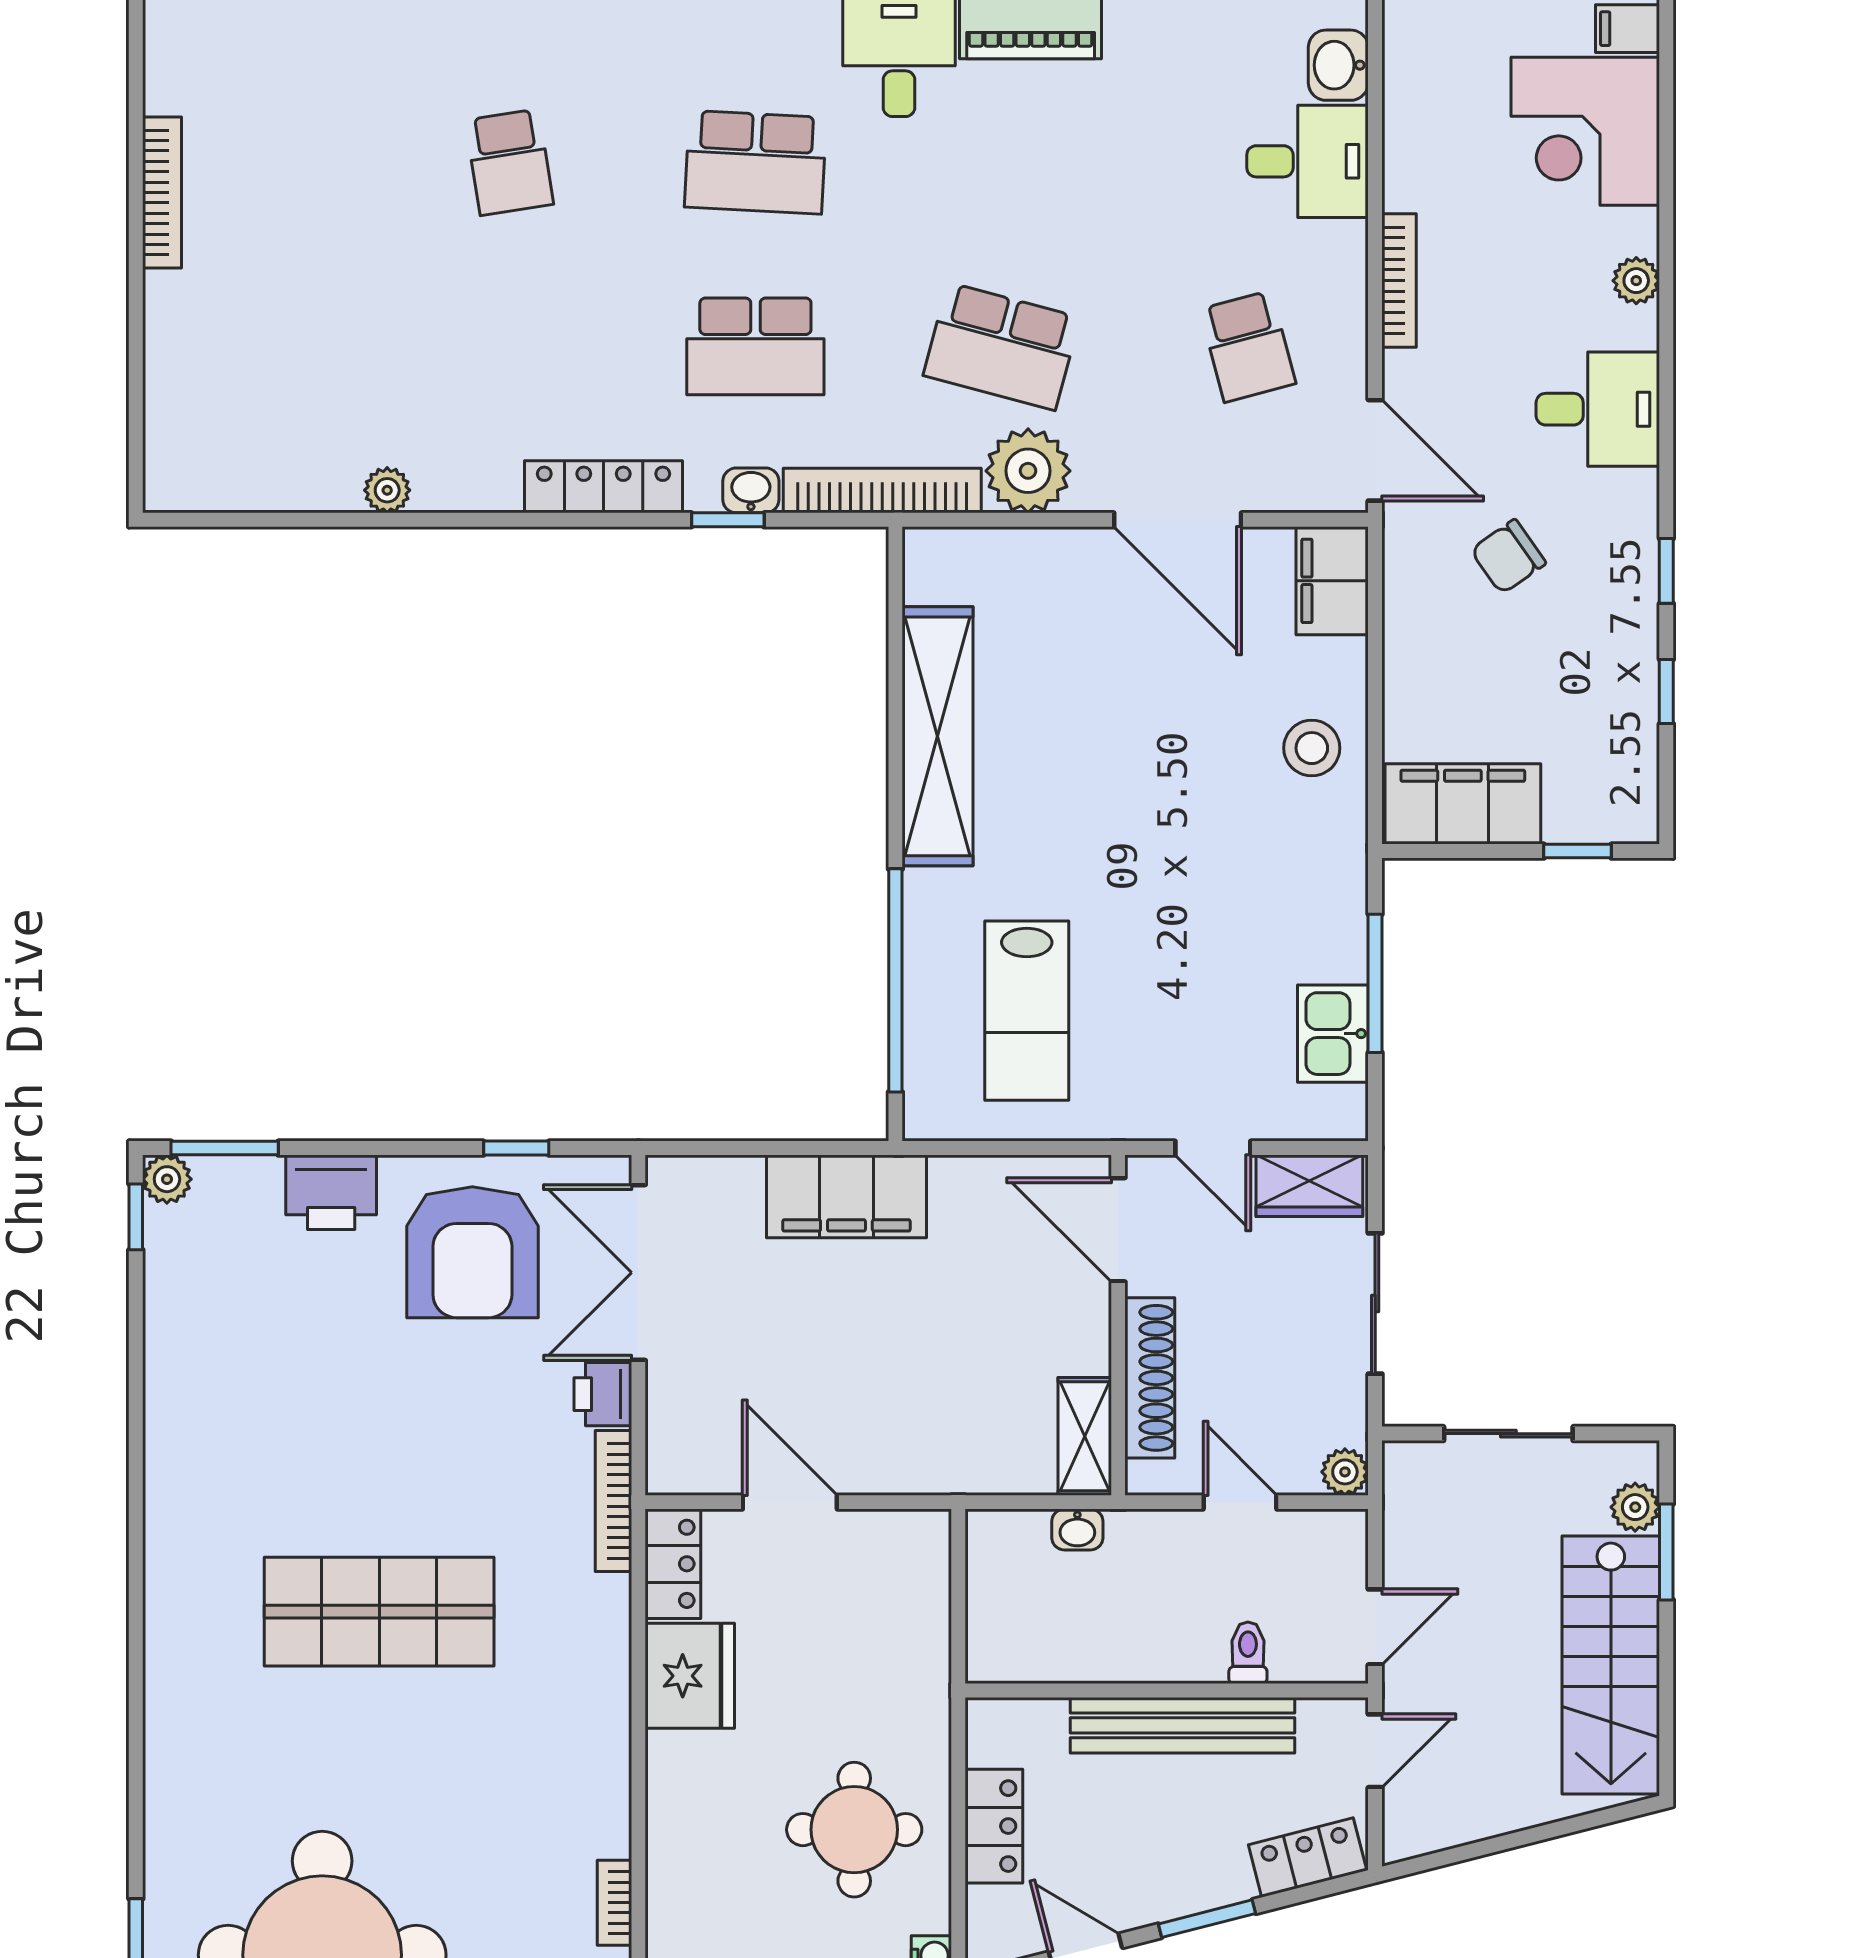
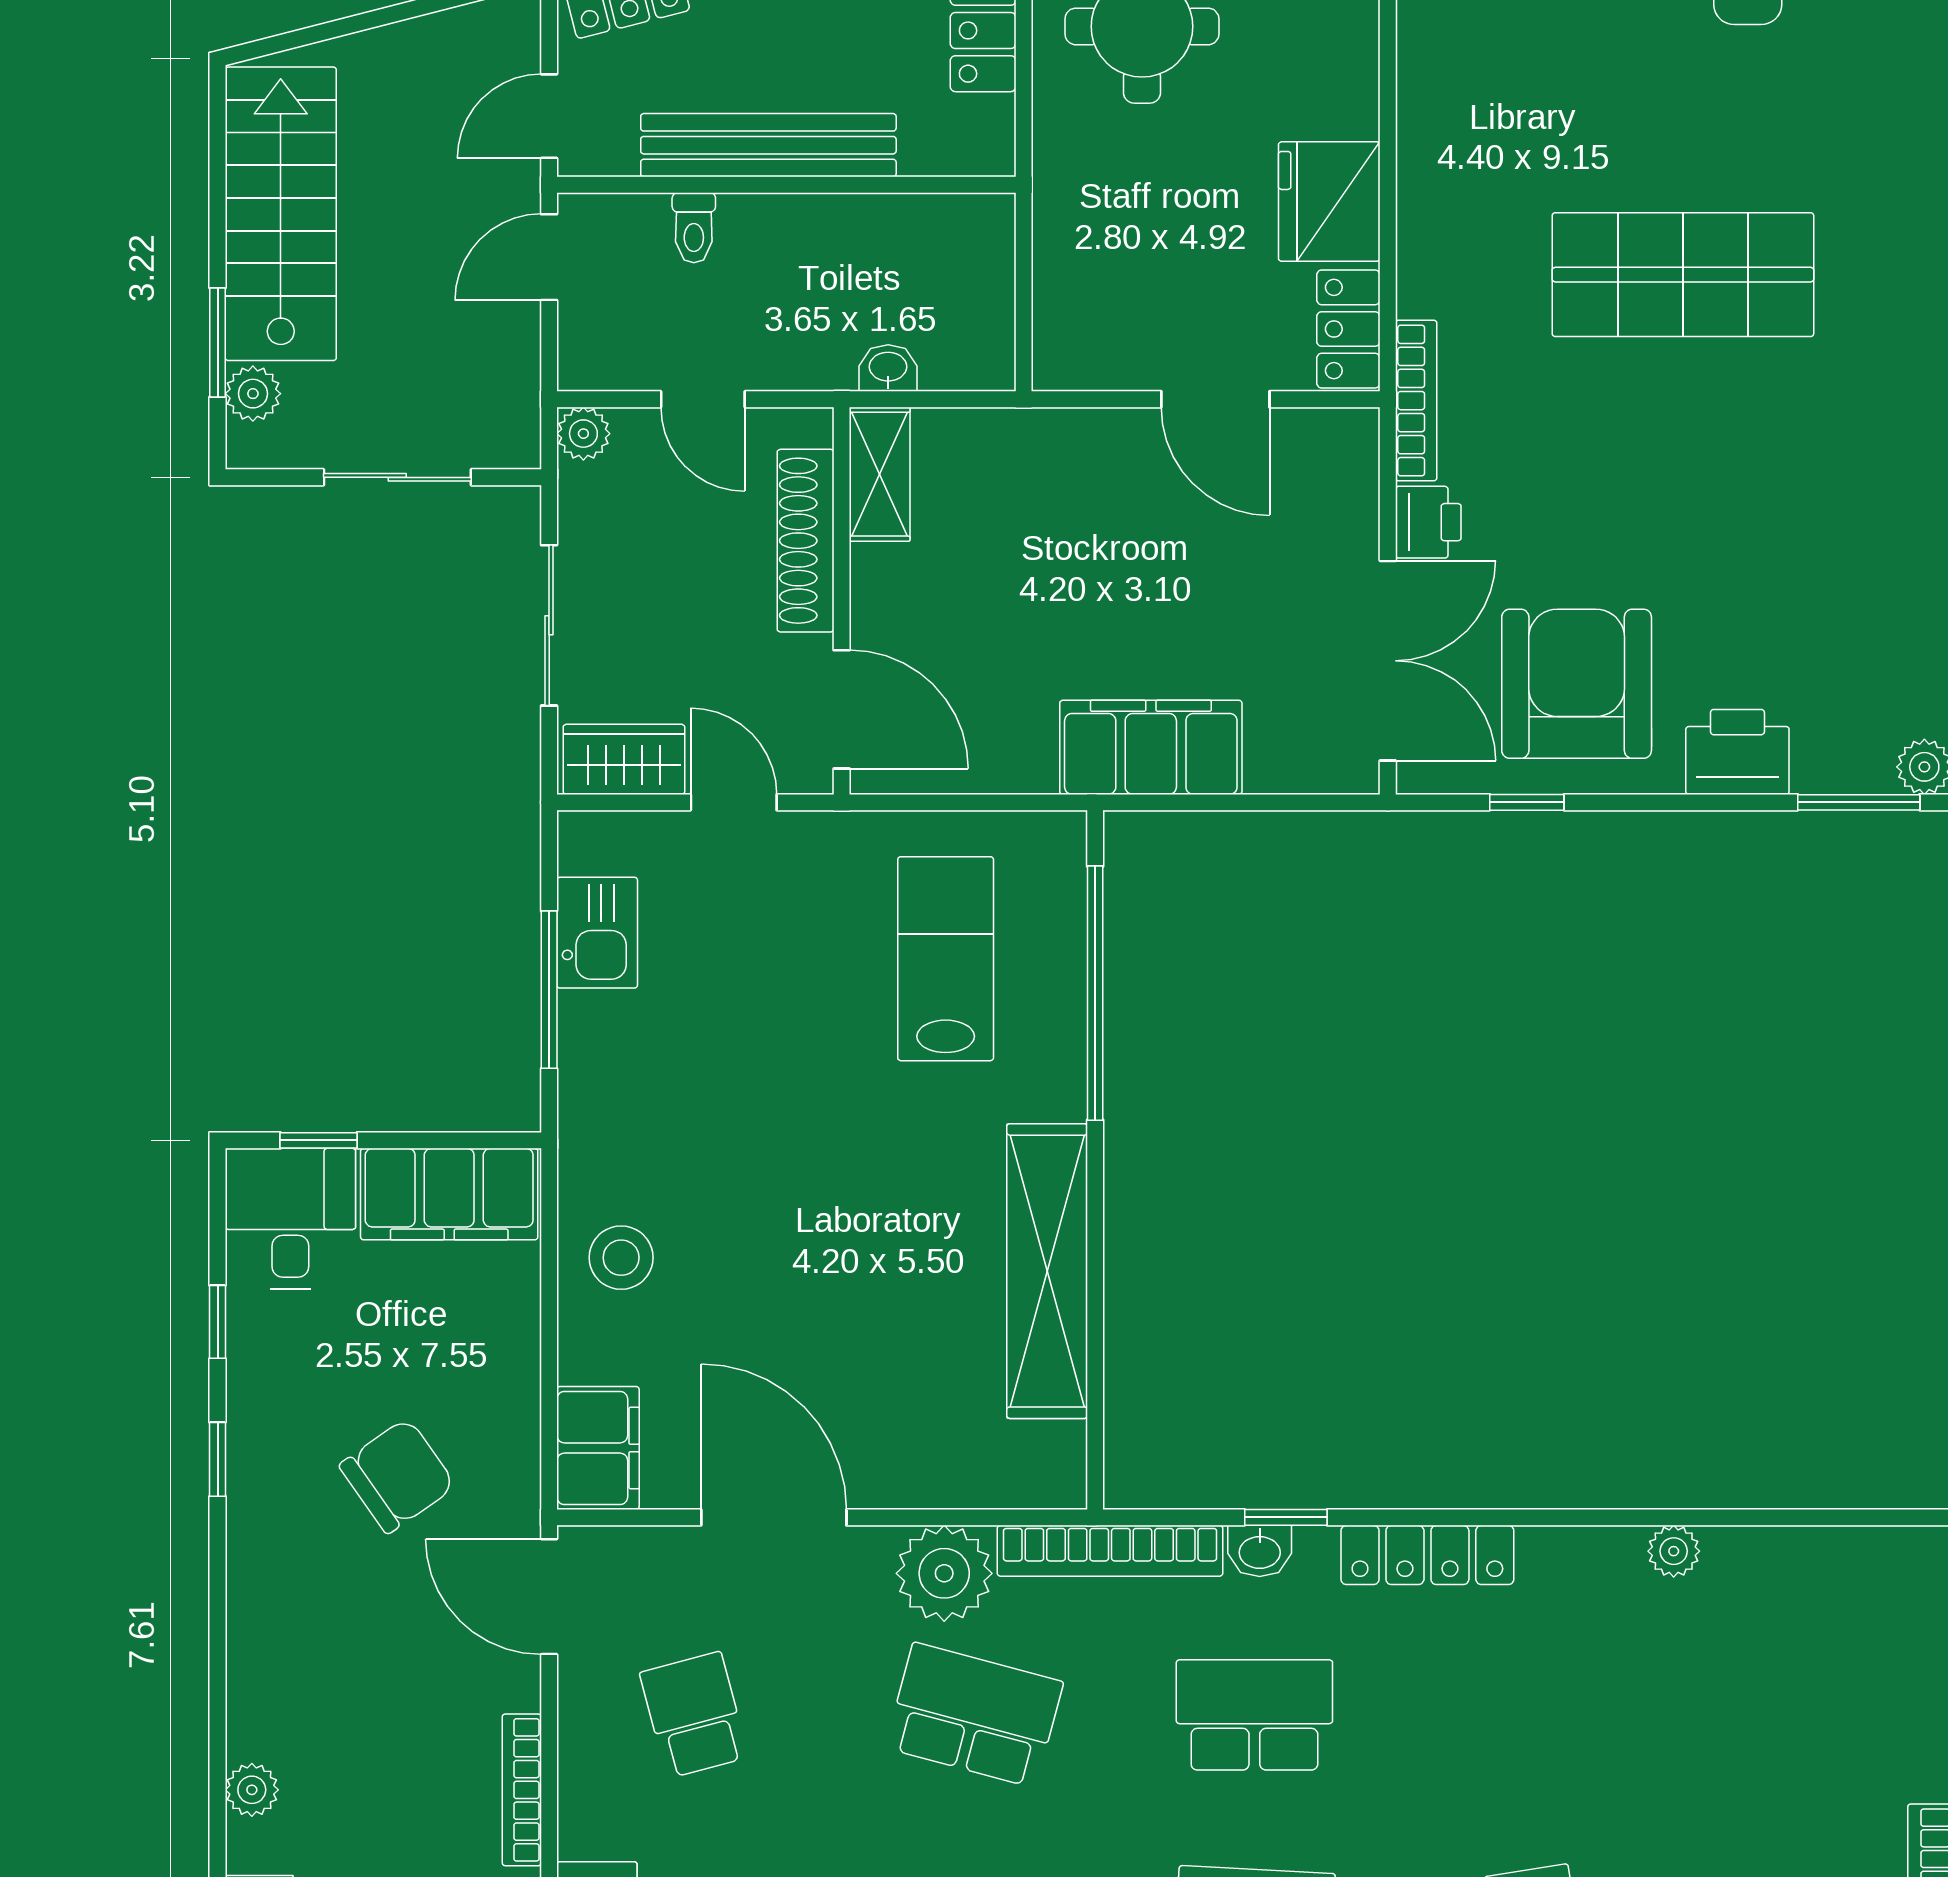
desk: (1598, 409) -> (290, 1218), moved, turned 90
chair: (1508, 557) -> (397, 1476), width x1.37, depth x1.37

